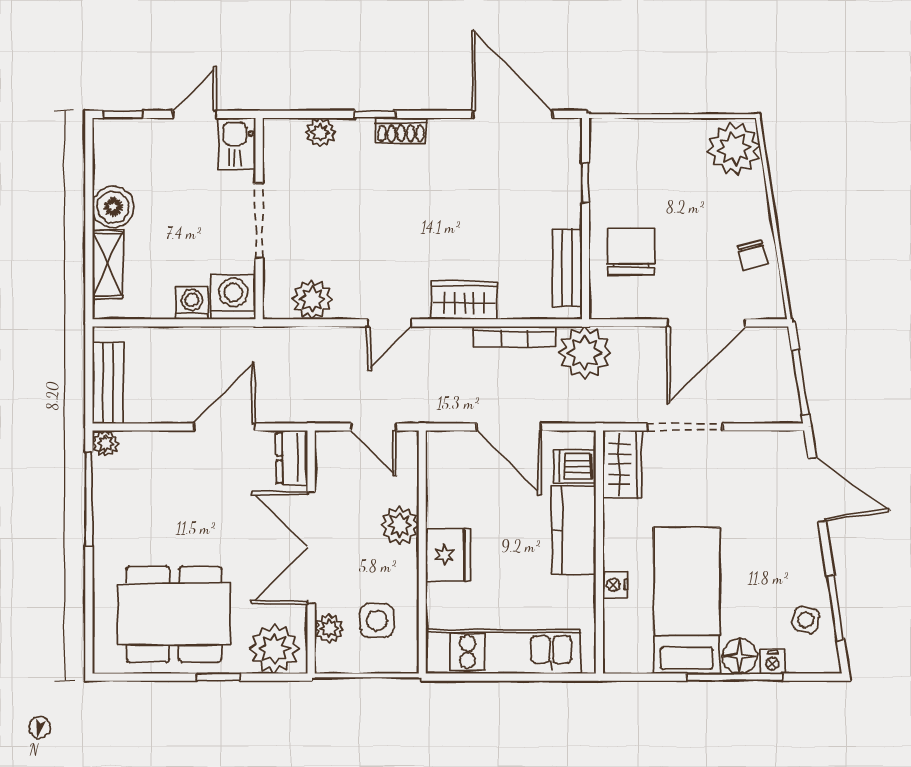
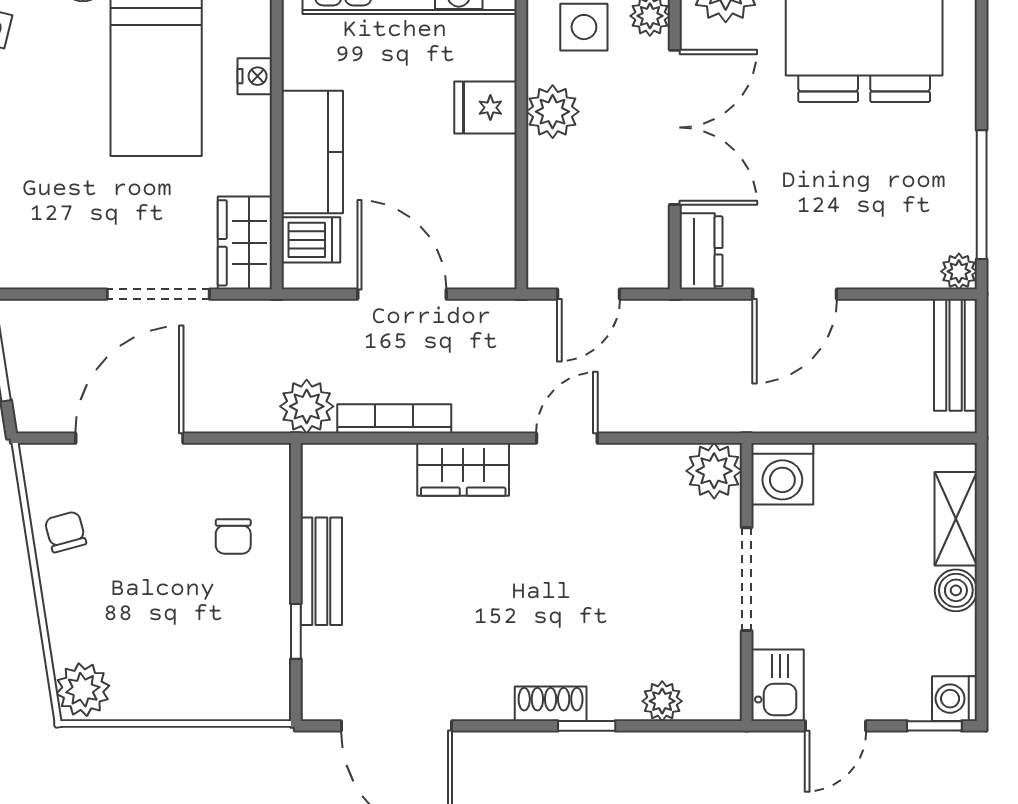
plant: (734, 149) -> (83, 690), width x0.73, depth x0.73
boiler: (113, 207) -> (956, 590), width x0.73, depth x0.73
chair: (631, 252) -> (233, 536), width x0.54, depth x0.54
bench: (567, 268) -> (321, 571), moved
plant: (312, 299) -> (714, 471), moved
washing machine: (192, 303) -> (954, 699), moved, turned 90
plant: (585, 353) -> (307, 406), width x0.73, depth x0.73
door: (374, 427) -> (589, 294), swing flipped
plant: (400, 525) -> (553, 112), moved
fridge: (448, 555) -> (485, 108), width x0.72

